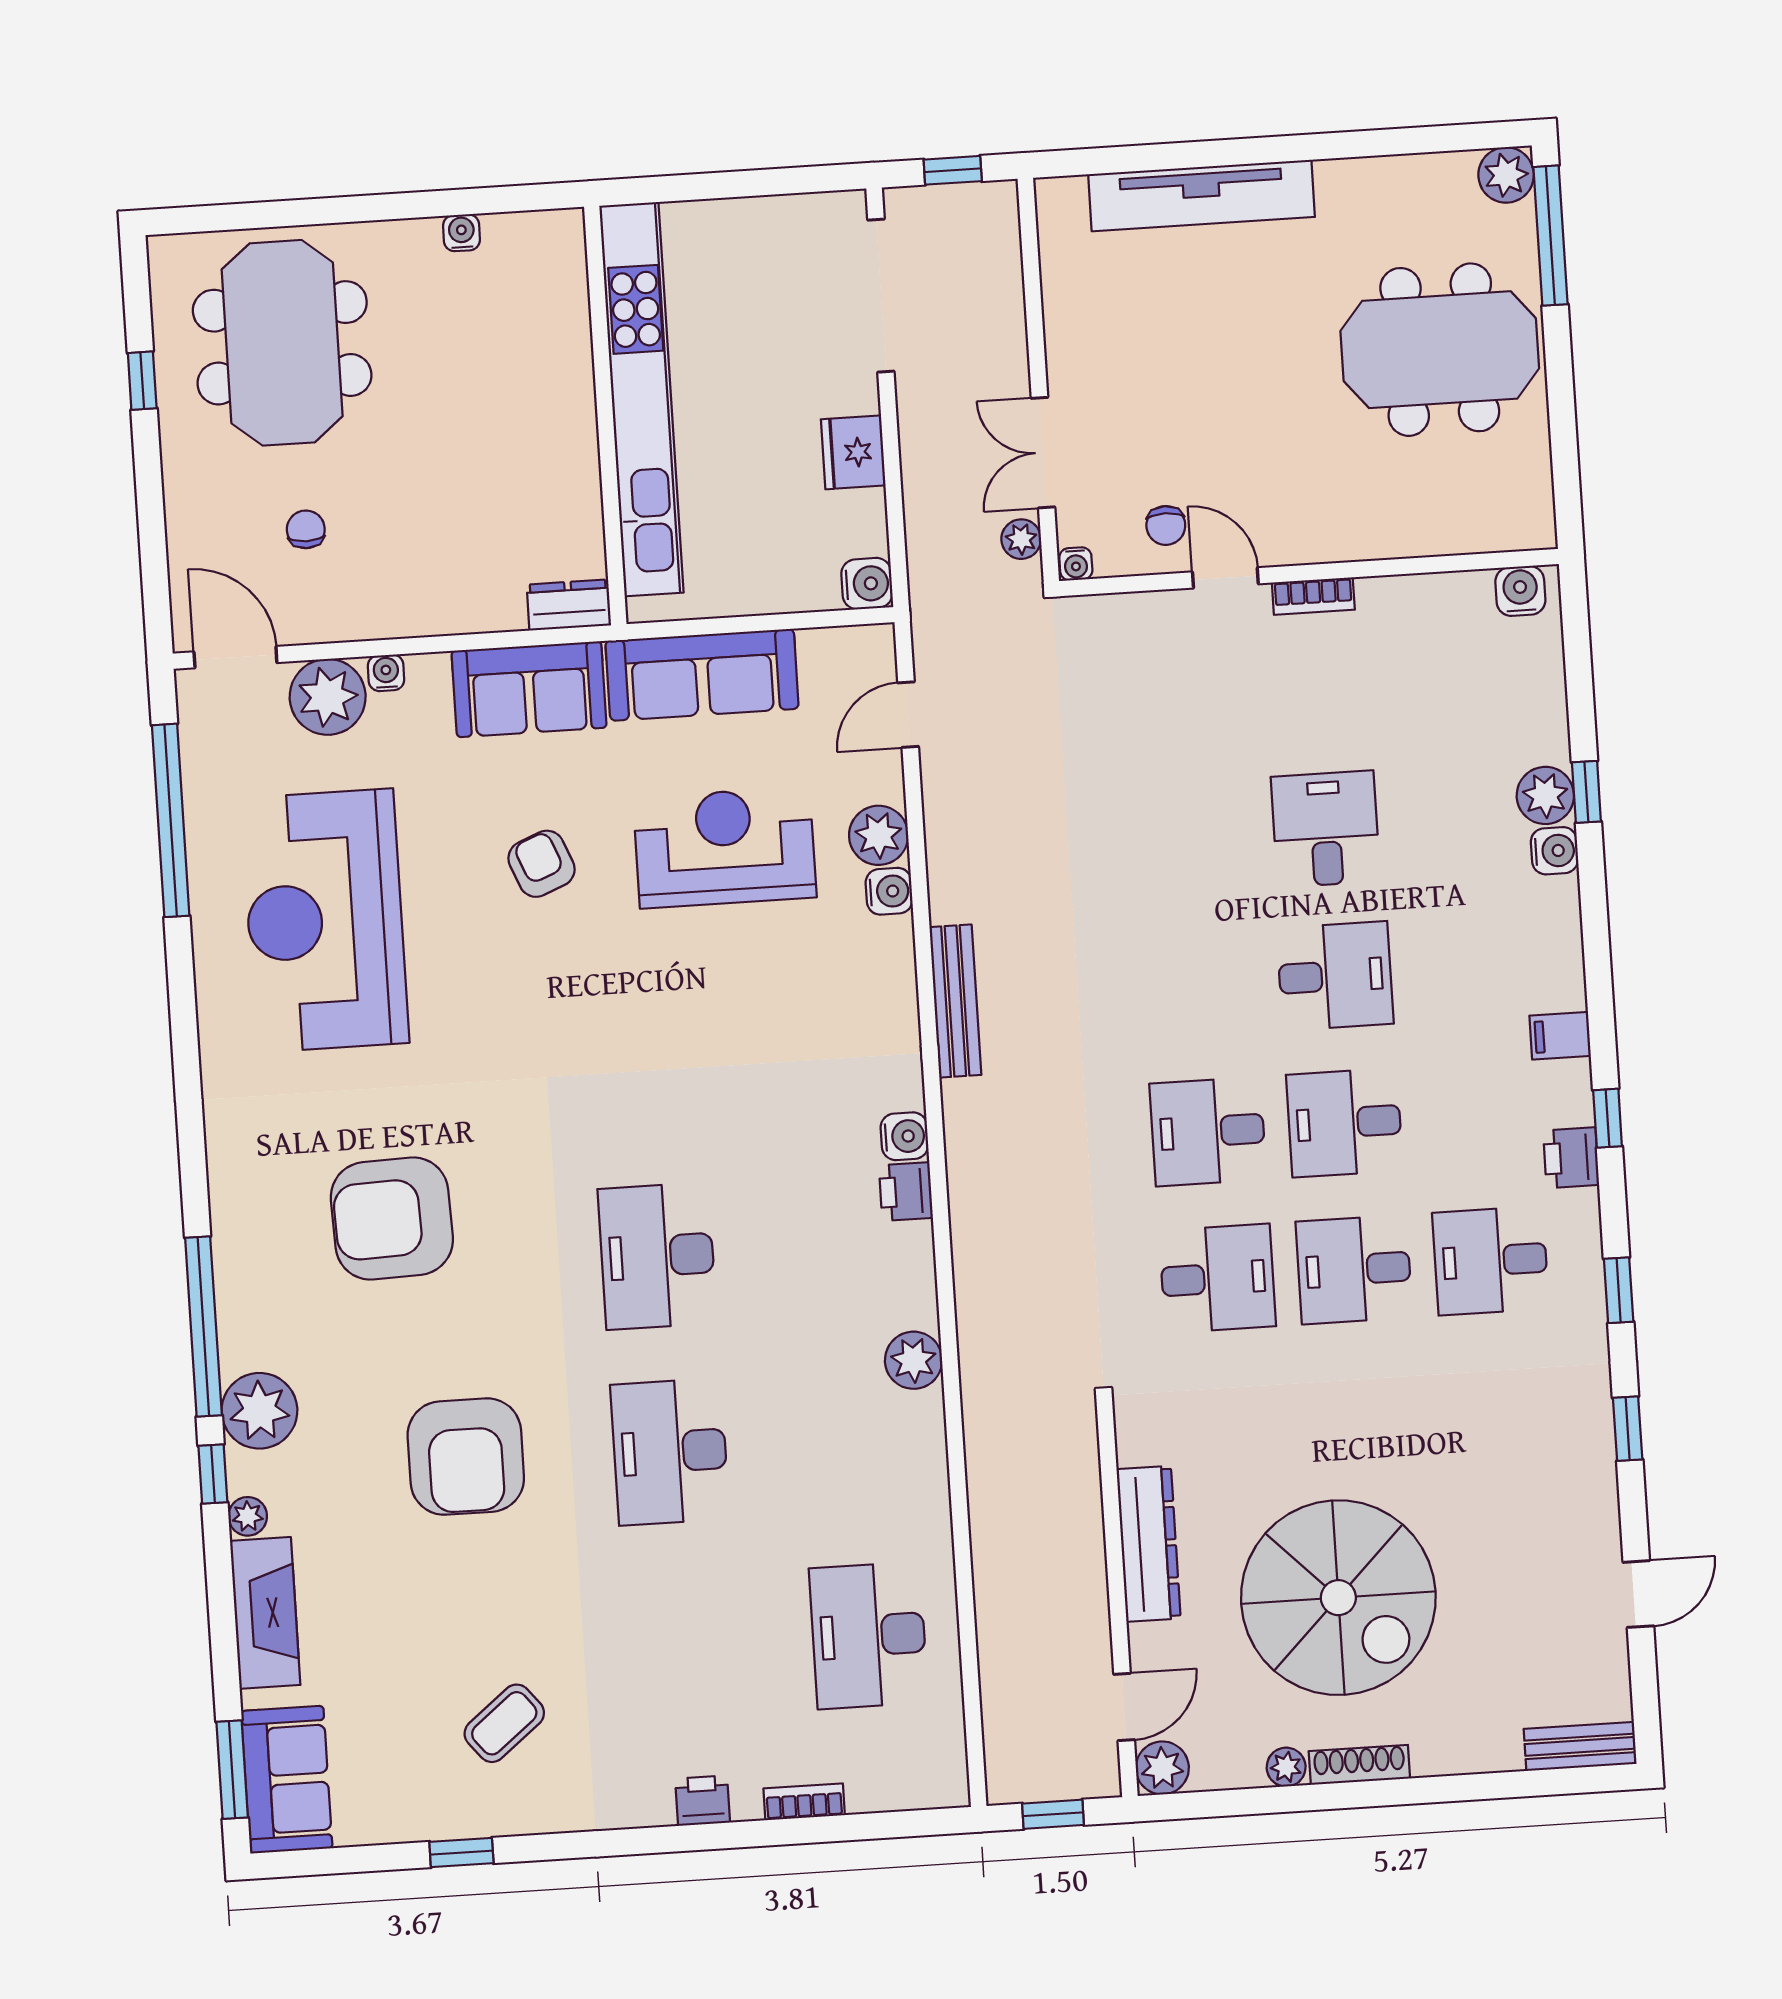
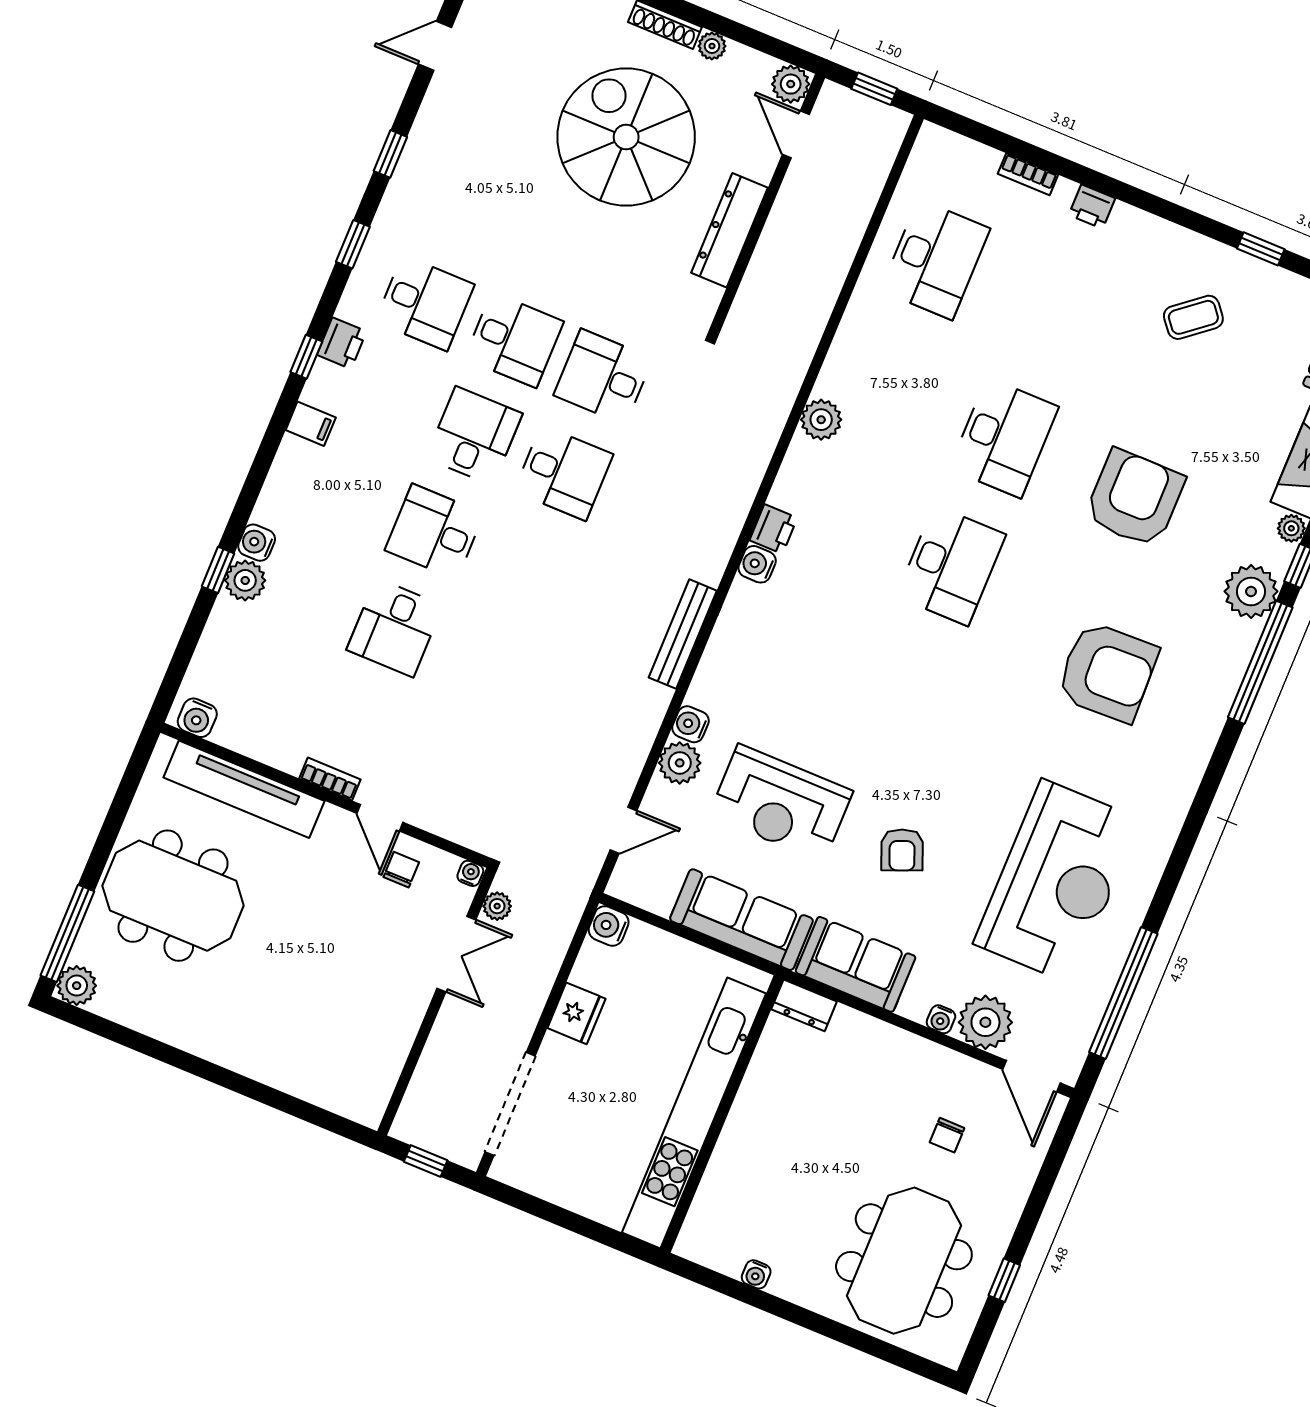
tv unit: (1201, 196) -> (244, 789), moved, turned 180
desk: (1345, 1123) -> (474, 436), turned -90
door: (1124, 1707) -> (796, 135), hinge flipped

